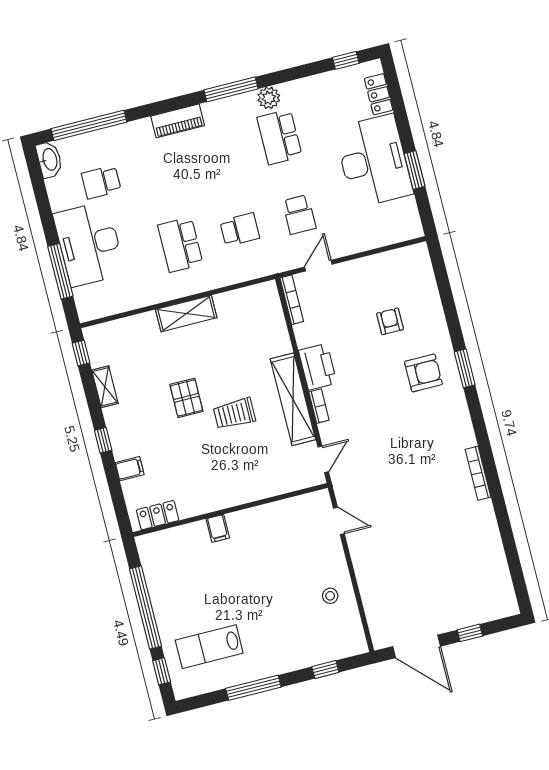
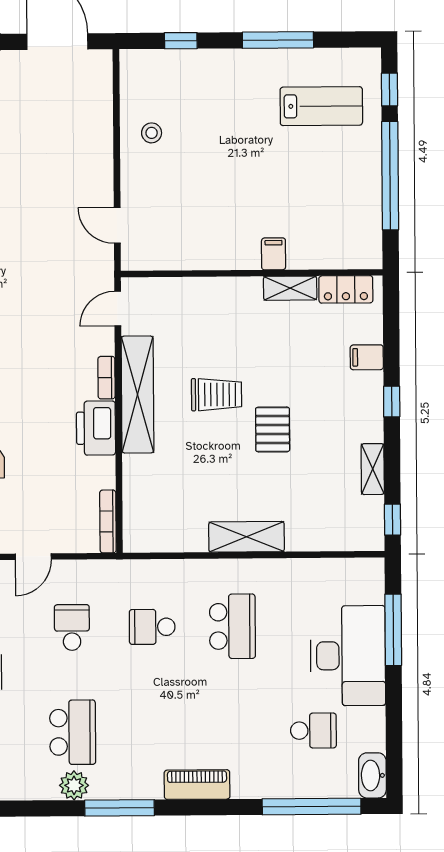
door: (318, 266) -> (33, 557), moved
shelving: (199, 506) -> (290, 288), added

